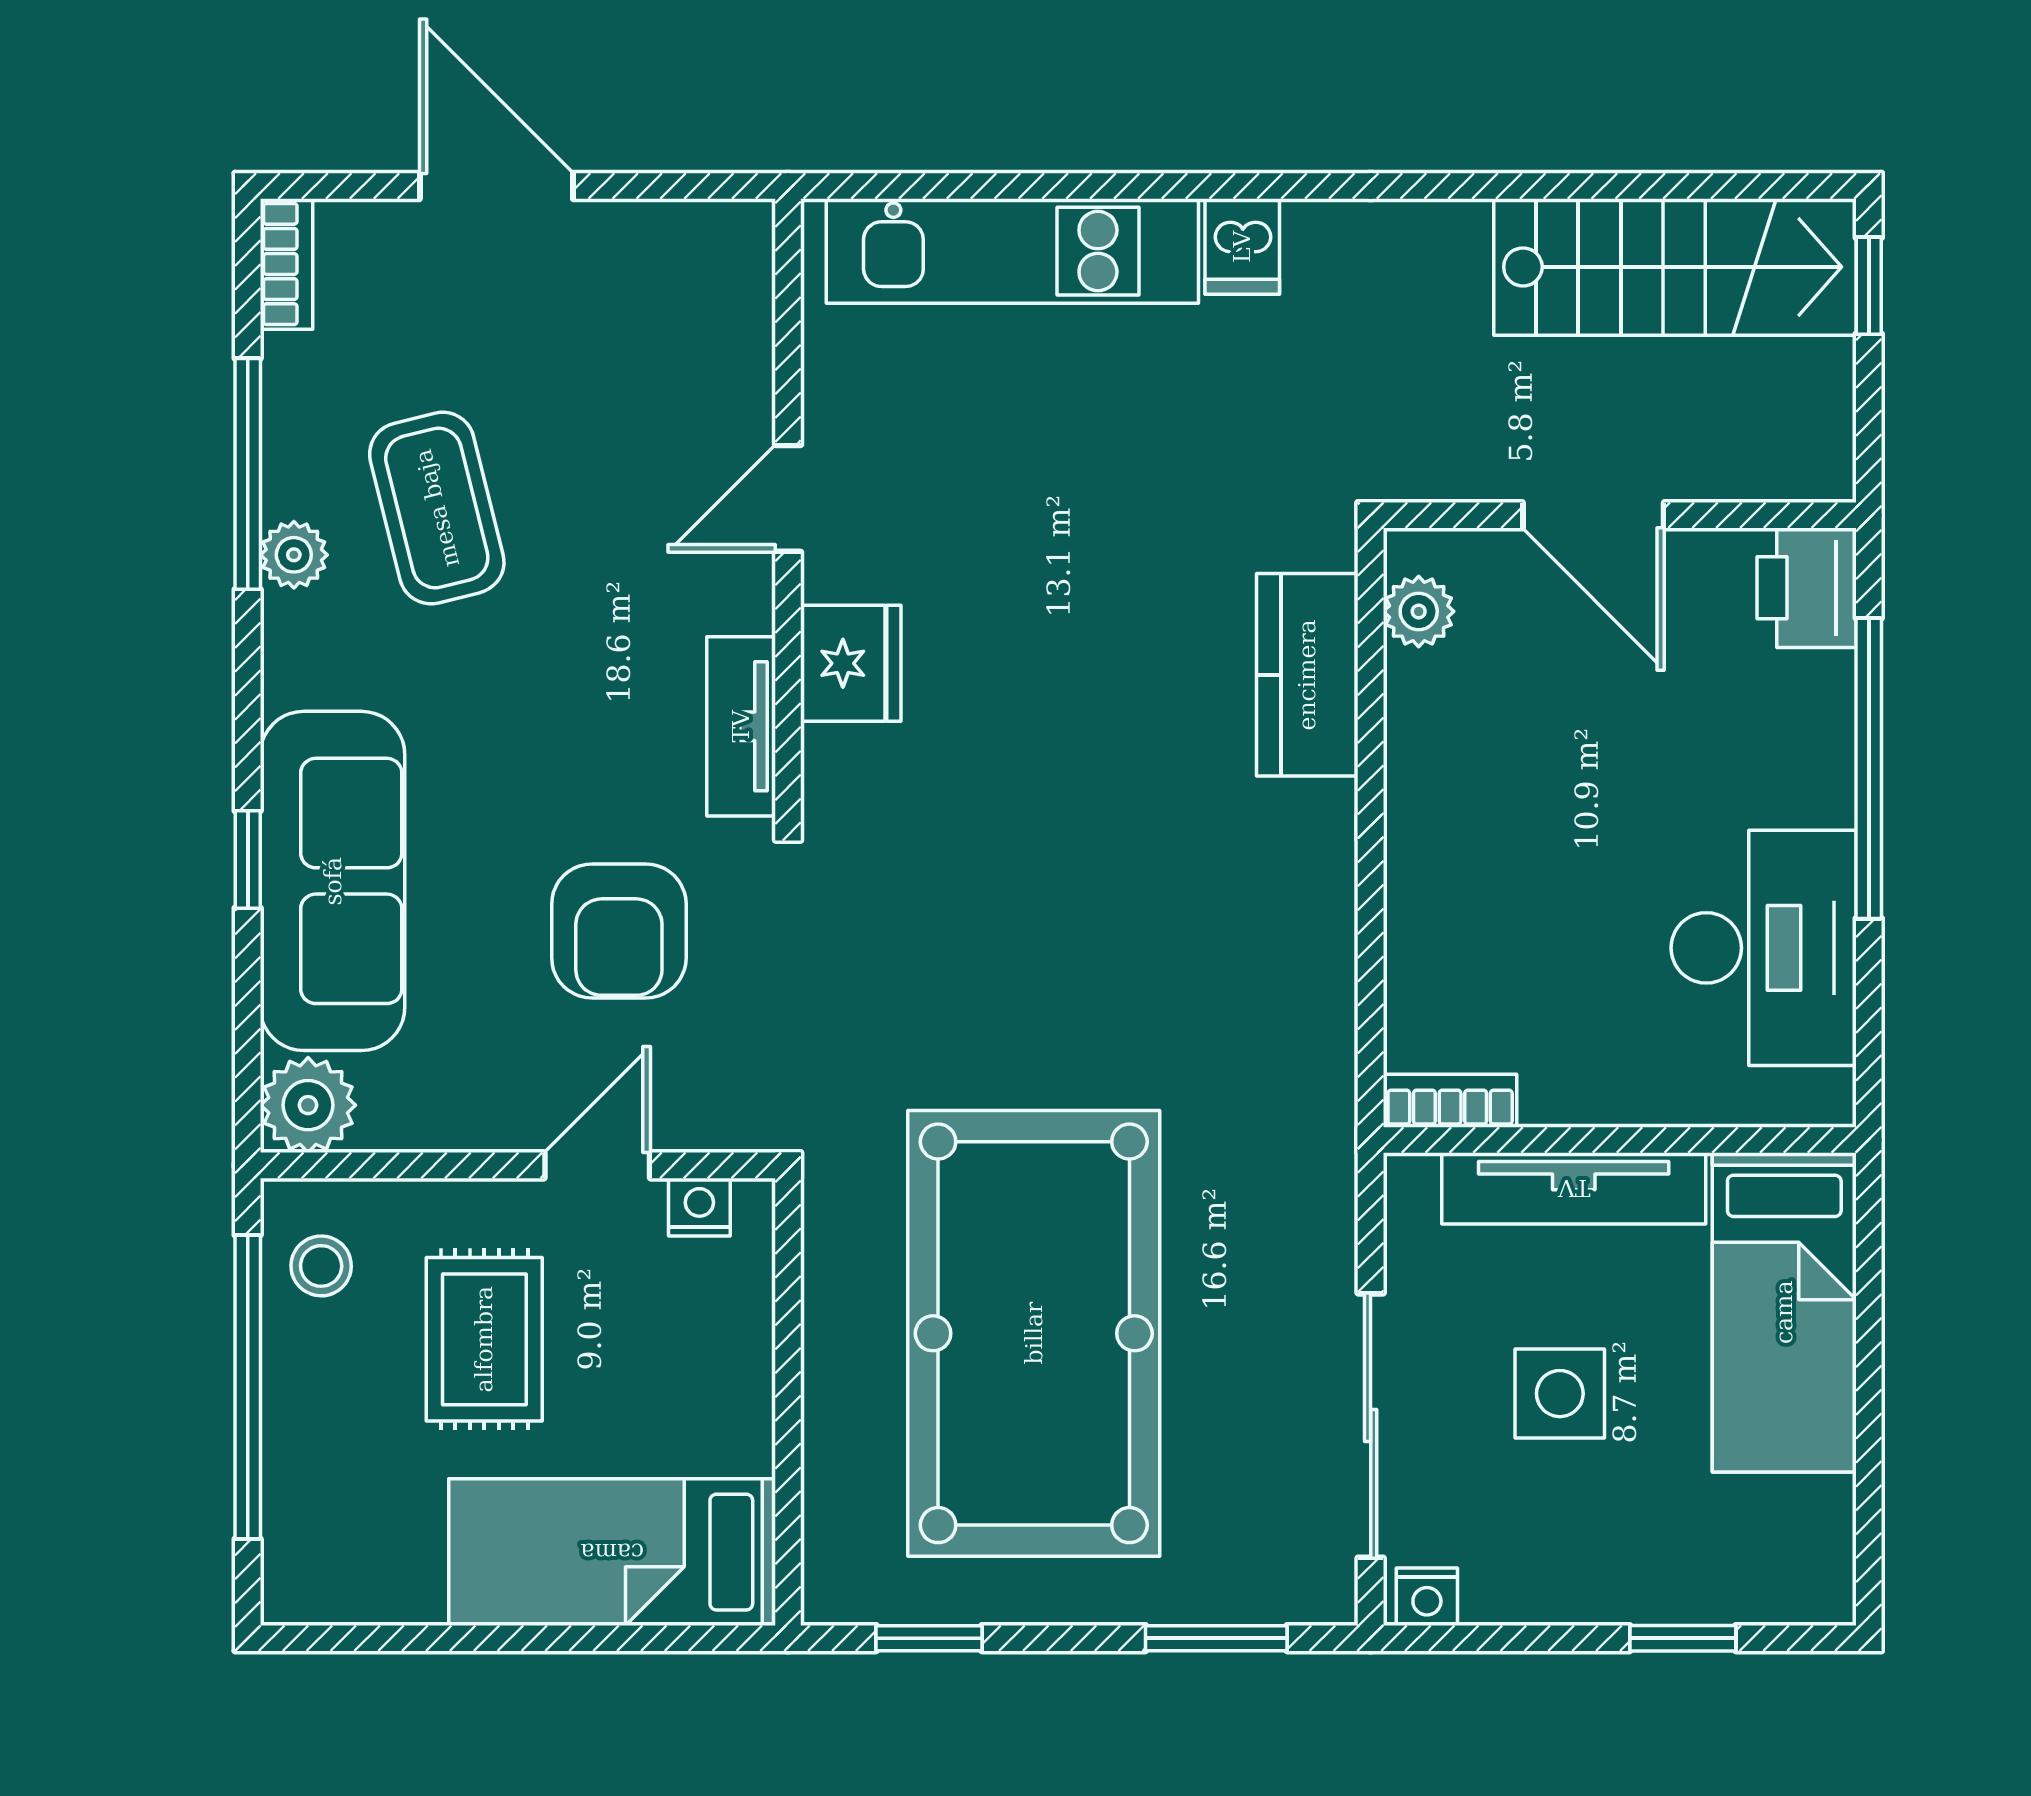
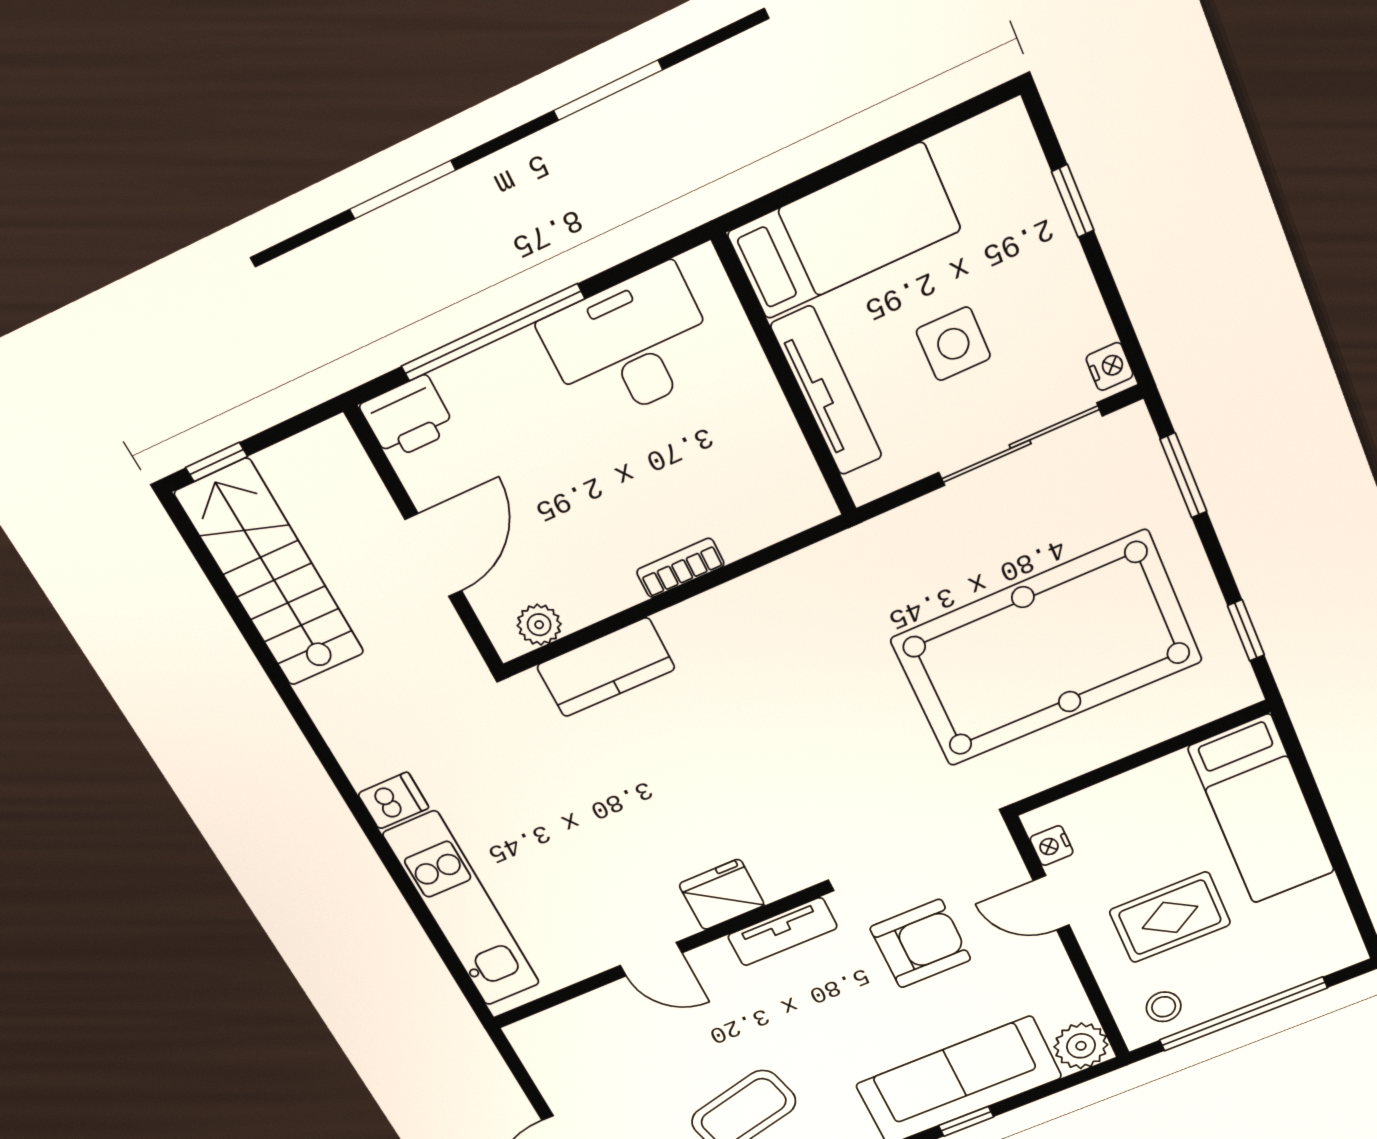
bookcase: (1450, 1101) -> (680, 568), moved, turned 90

